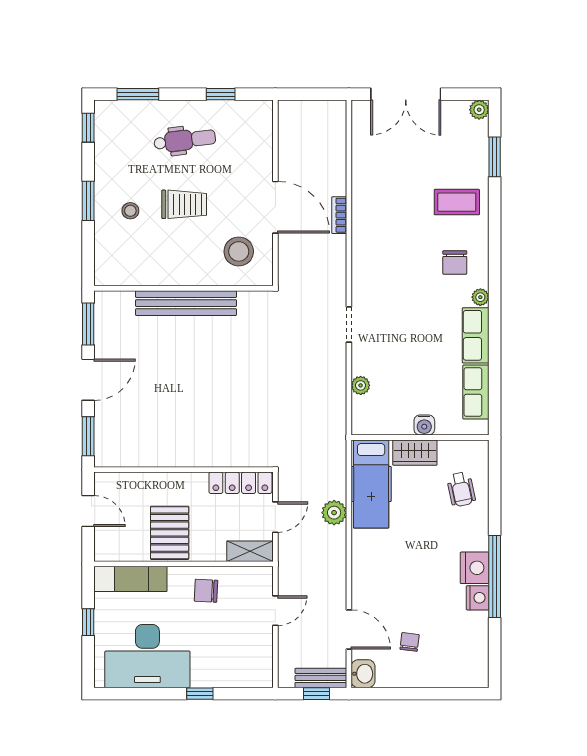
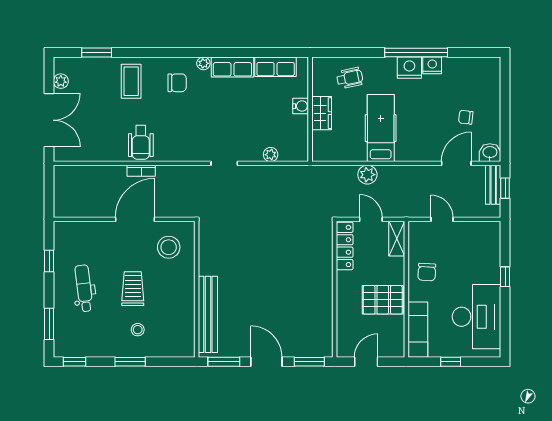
plant: (479, 110) -> (61, 81), moved
wheelchair: (376, 215) -> (141, 142), added
bench: (186, 303) -> (208, 314), moved
hospital bed: (371, 484) -> (381, 128), moved, turned -90

